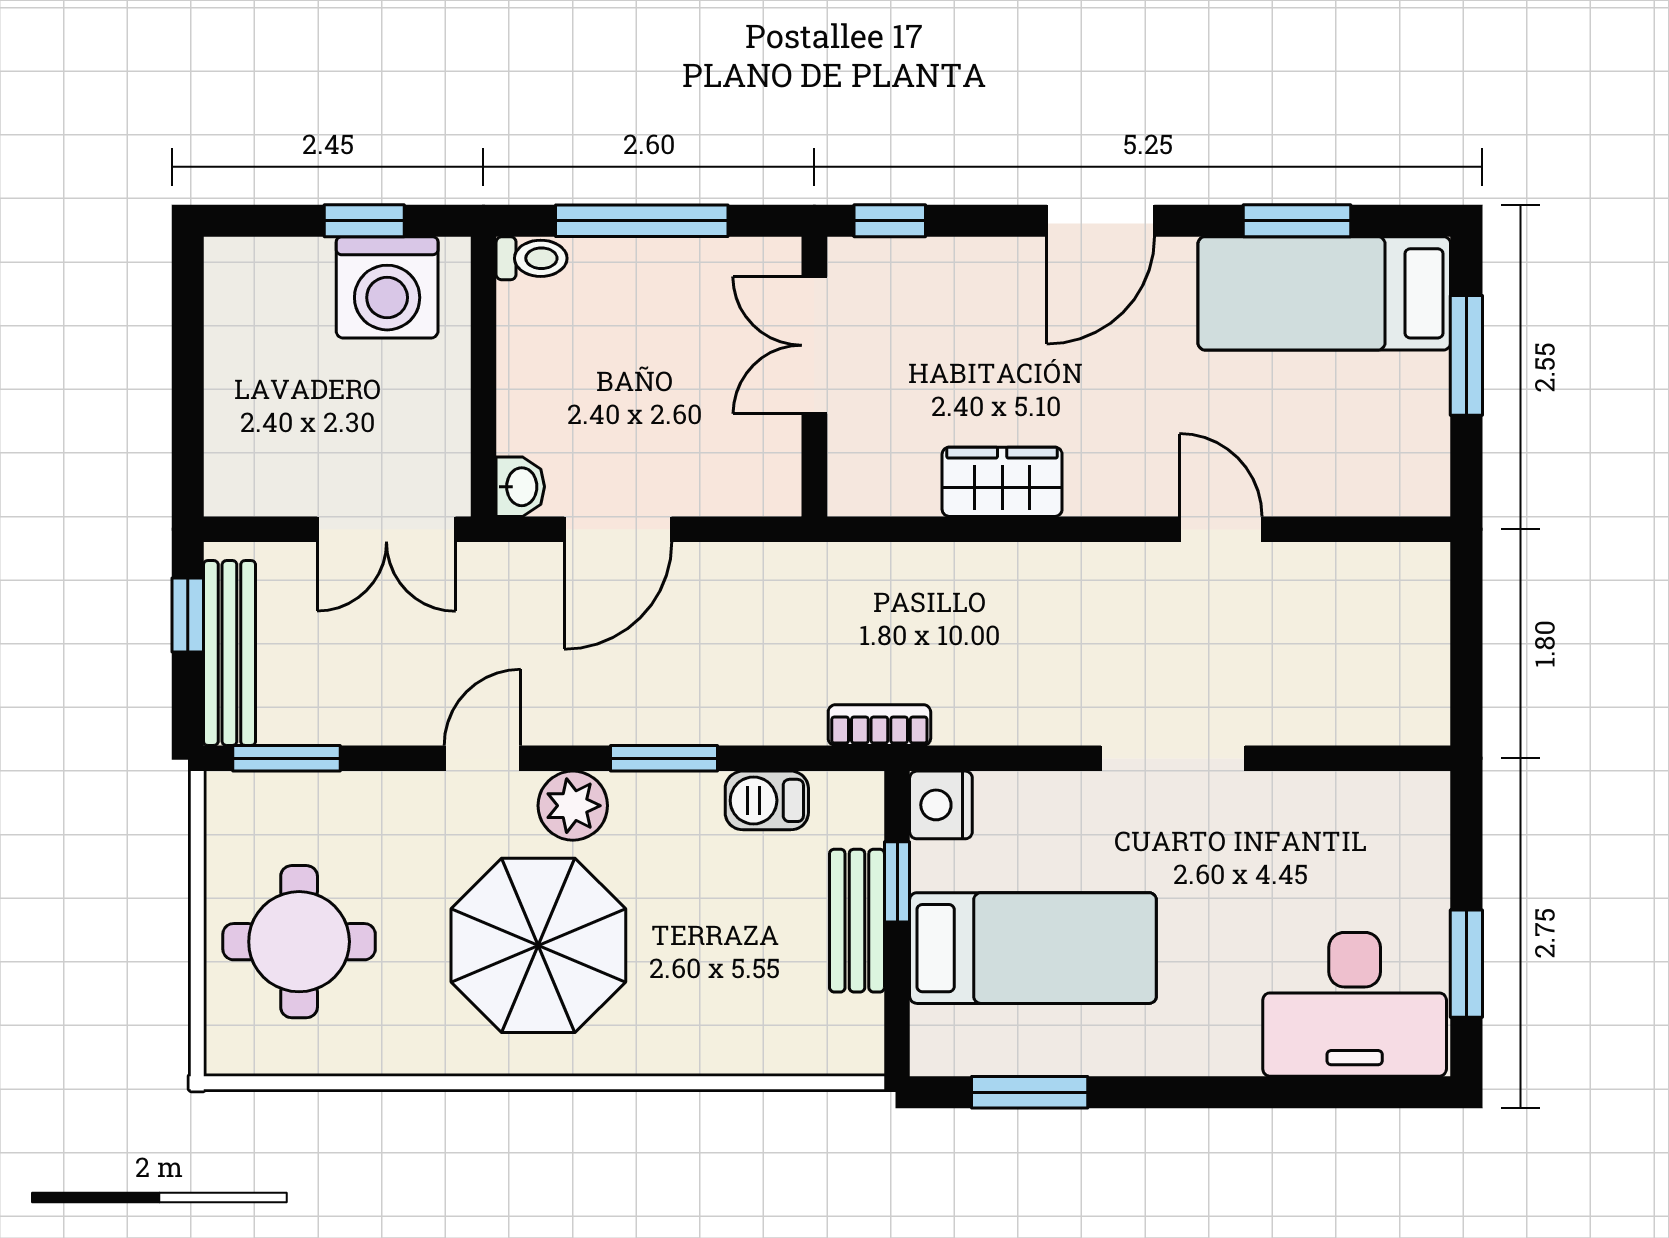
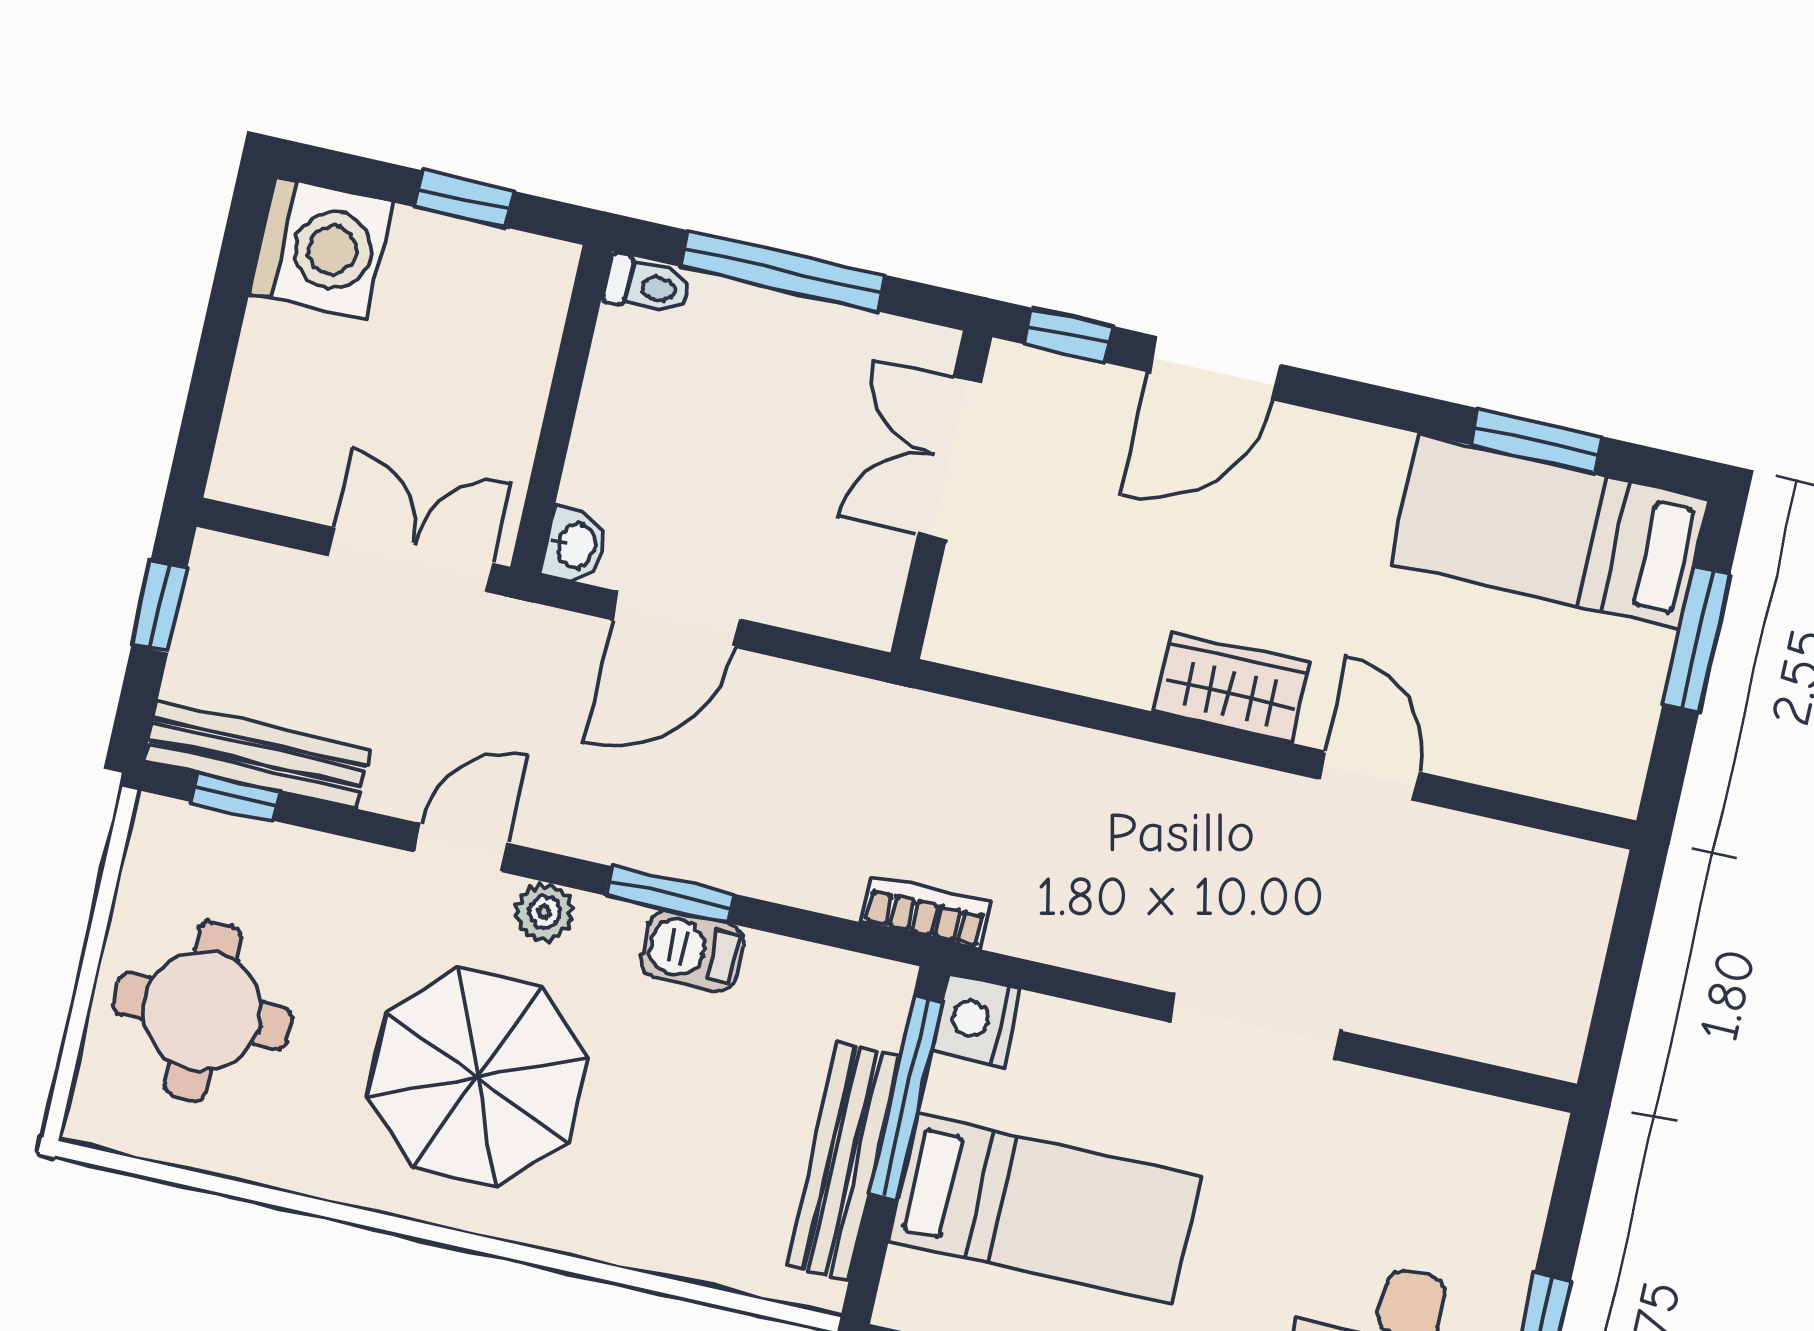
door: (1101, 221) -> (1215, 368), moved
washing machine: (387, 287) -> (321, 247), moved, turned -90
wardrobe: (1002, 482) -> (1232, 687), moved
double door: (386, 529) -> (410, 559), swing flipped
bench: (229, 653) -> (257, 755), moved, turned 90
window: (287, 758) -> (236, 797), width x0.67
barbecue: (767, 800) -> (692, 951), moved
plant: (573, 806) -> (544, 912), width x0.73, depth x0.73
window: (897, 882) -> (906, 1097), width x2.17
bench: (857, 921) -> (843, 1161), width x1.36

